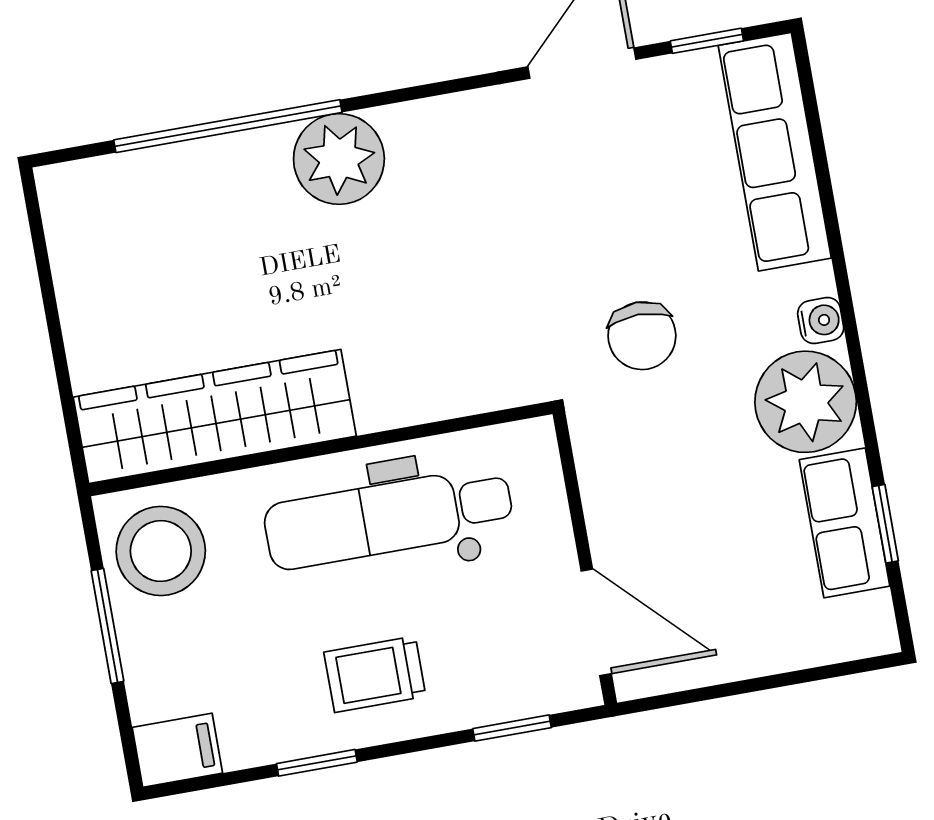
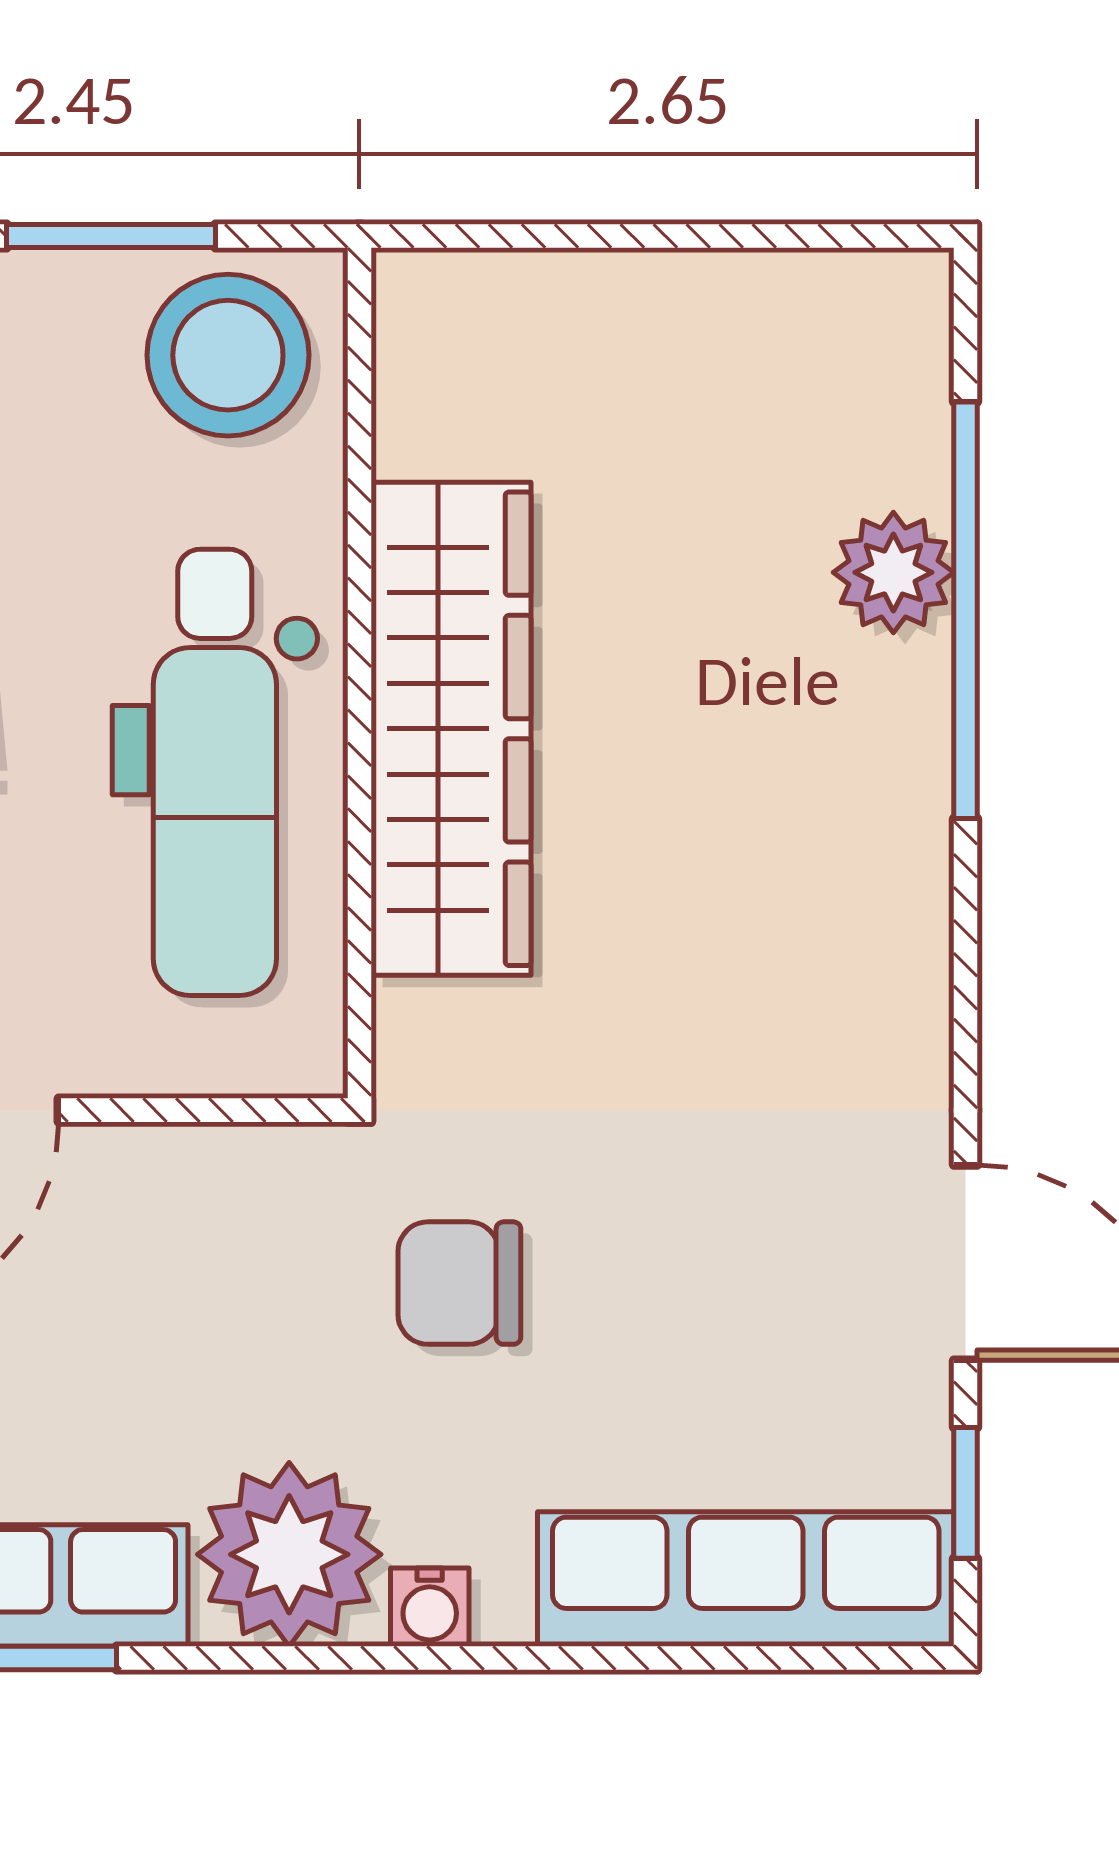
plant: (339, 159) -> (893, 572), moved, width x0.73, depth x0.73
wardrobe: (215, 417) -> (451, 729), moved
dental chair: (389, 518) -> (215, 772), turned 180

